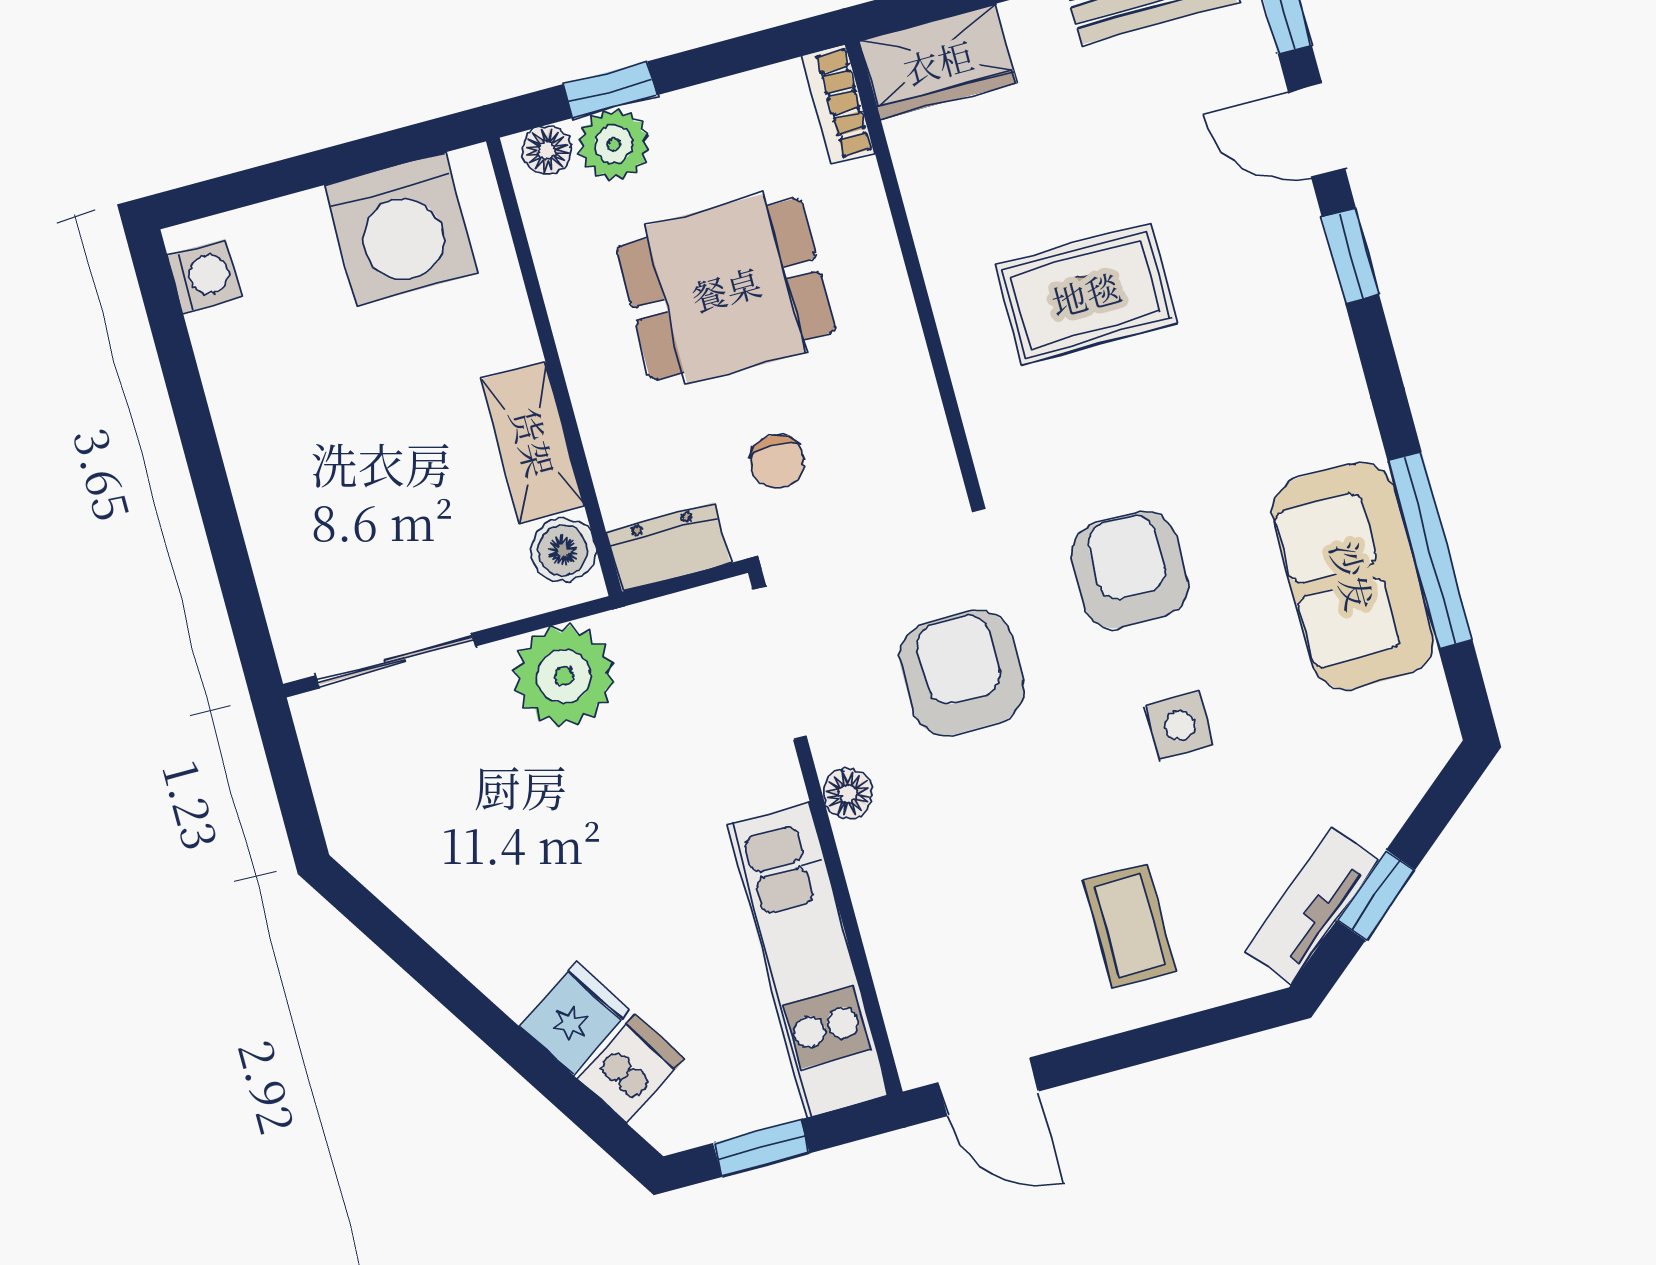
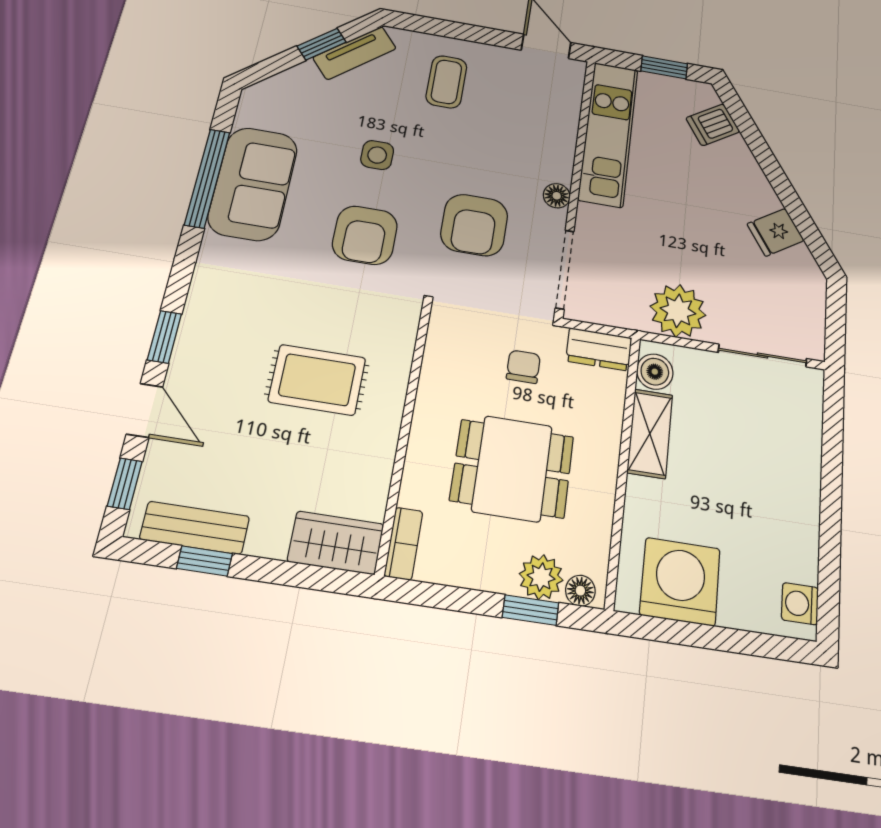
fridge: (575, 1018) -> (776, 232), moved

